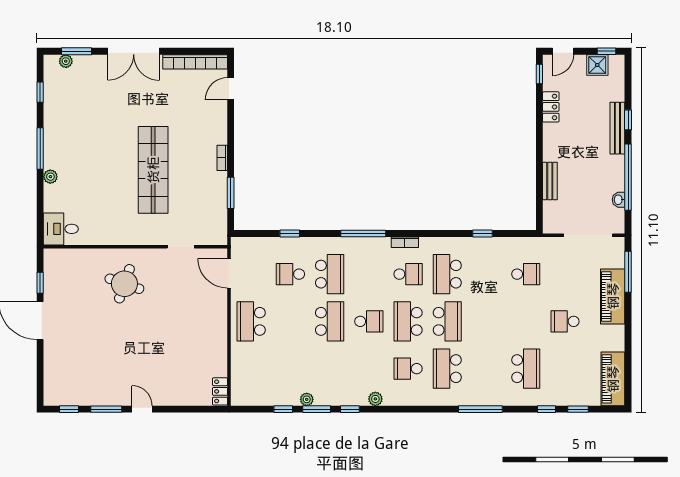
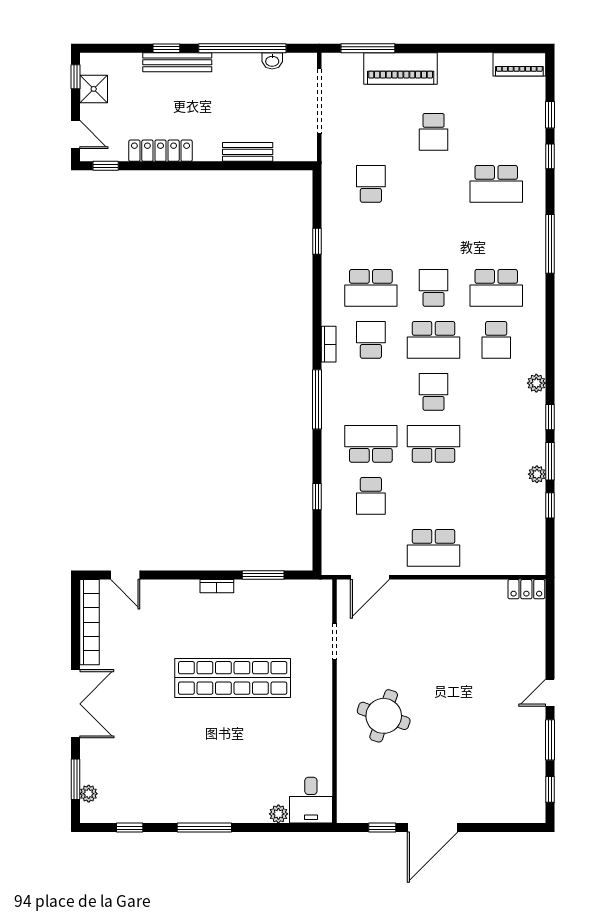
locker: (551, 107) -> (161, 151), width x1.53
plant: (50, 177) -> (278, 814), moved
school desk: (447, 321) -> (434, 288), width x0.54
school desk: (526, 369) -> (496, 184), turned 180
piano: (613, 379) -> (519, 64), width x0.73, depth x0.75

